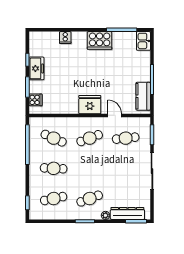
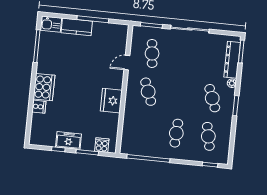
cooker: (100, 40) -> (44, 87), moved
kitchen counter: (143, 96) -> (77, 27), moved
fridge: (90, 105) -> (111, 101), moved
cafe table: (54, 138) -> (144, 130), removed

